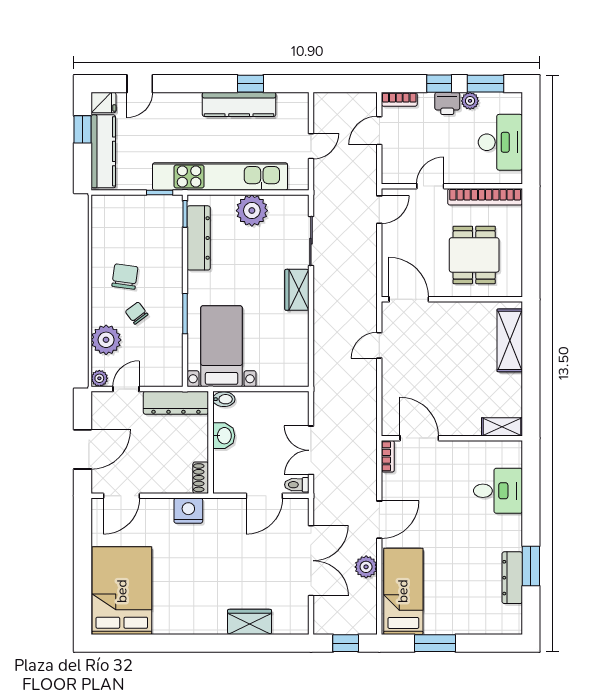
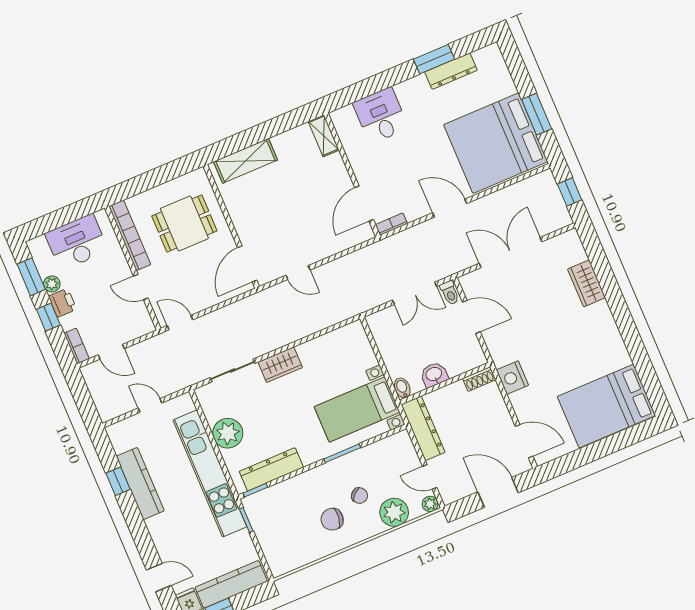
chair: (137, 313) -> (360, 496), turned -96
plant: (366, 567) -> (496, 202), removed
bed: (403, 591) -> (496, 143), width x2.04

